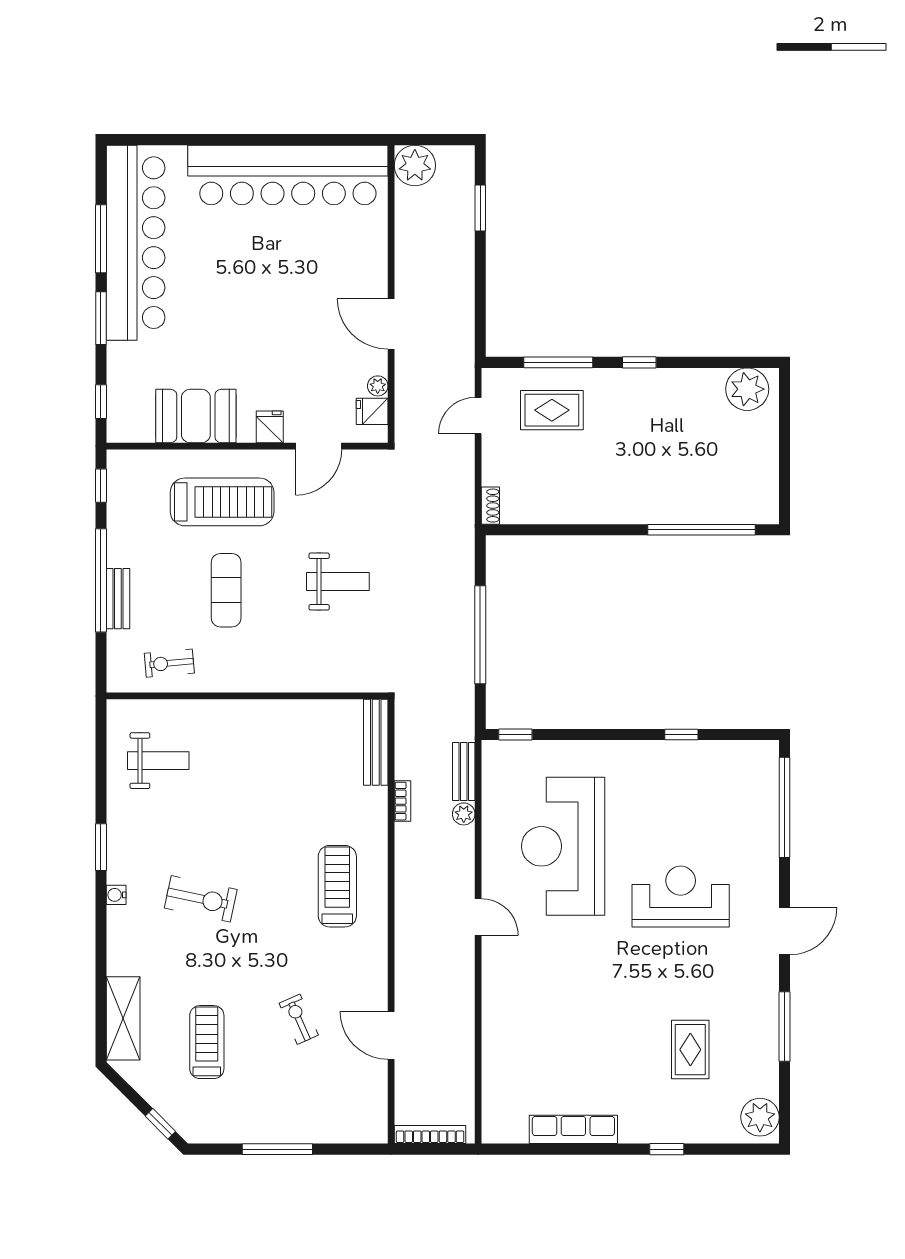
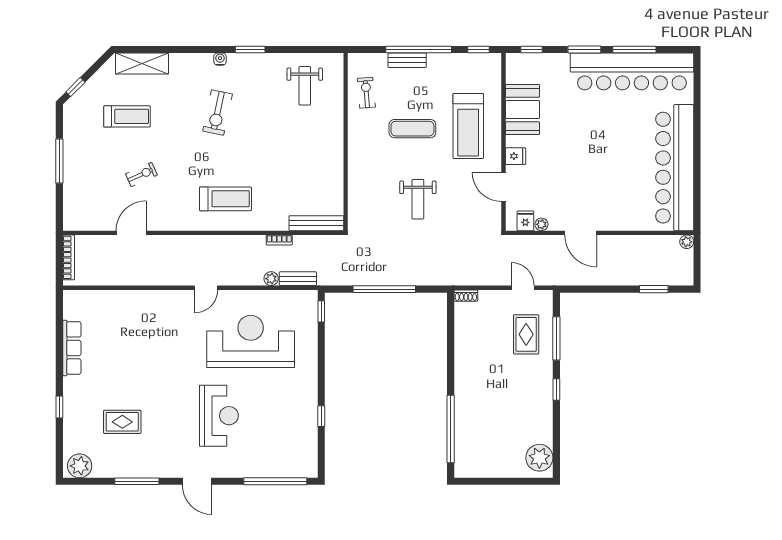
plant: (415, 165) -> (687, 242), width x0.53, depth x0.53
door: (391, 324) -> (581, 233), swing flipped

